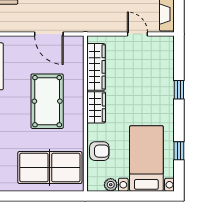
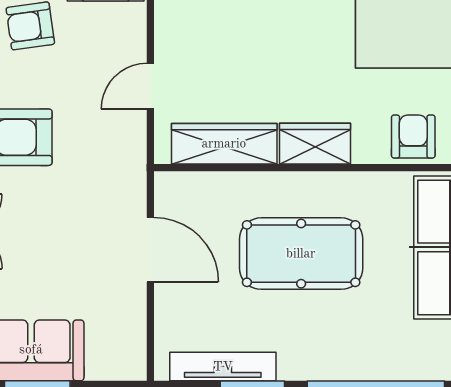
door: (49, 34) -> (150, 250), hinge flipped
door: (137, 34) -> (150, 86), moved

